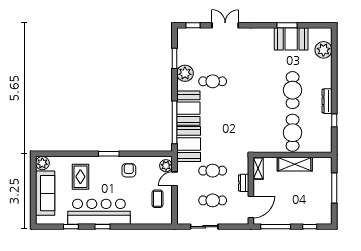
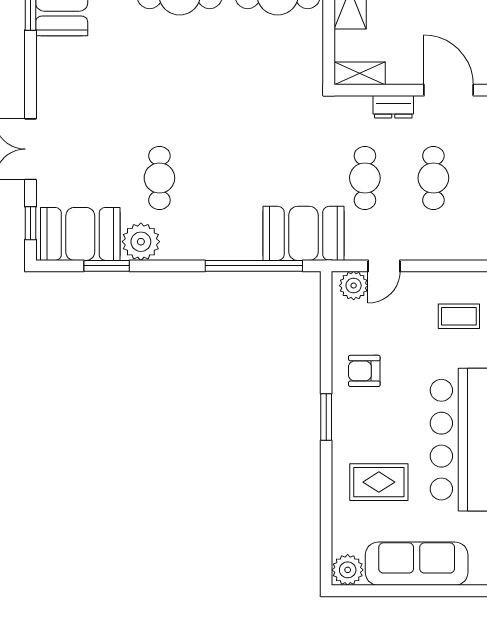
booth: (188, 108) -> (80, 234), moved
door: (174, 179) -> (384, 266), hinge flipped
coffee table: (157, 199) -> (459, 316), moved

